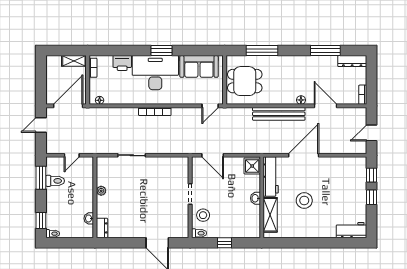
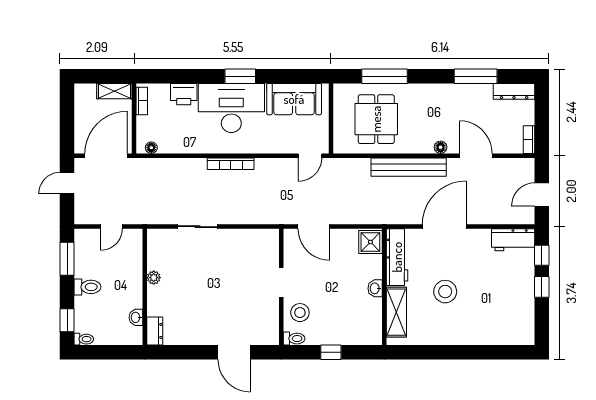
dining table: (245, 81) -> (376, 119), moved, turned 90
toilet: (55, 181) -> (87, 287), moved
workbench: (351, 230) -> (513, 240), moved, turned 180

